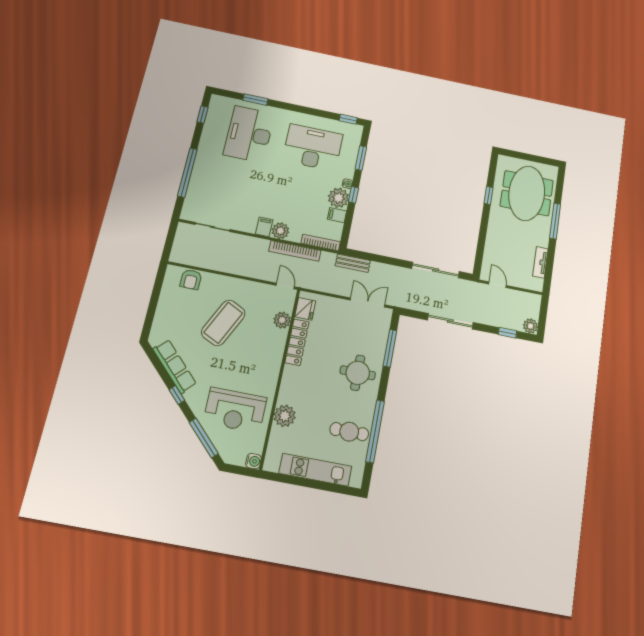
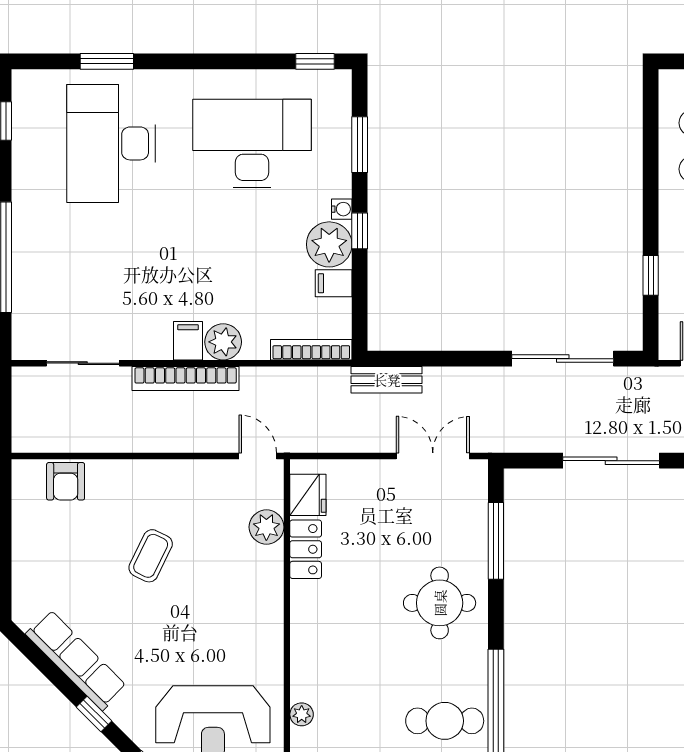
window: (488, 195) -> (651, 275), moved
bookcase: (295, 251) -> (186, 378), moved
coffee table: (223, 323) -> (151, 556), width x0.54, depth x0.58
locker: (297, 342) -> (306, 549), width x0.66
plant: (285, 416) -> (302, 714), width x0.53, depth x0.53

